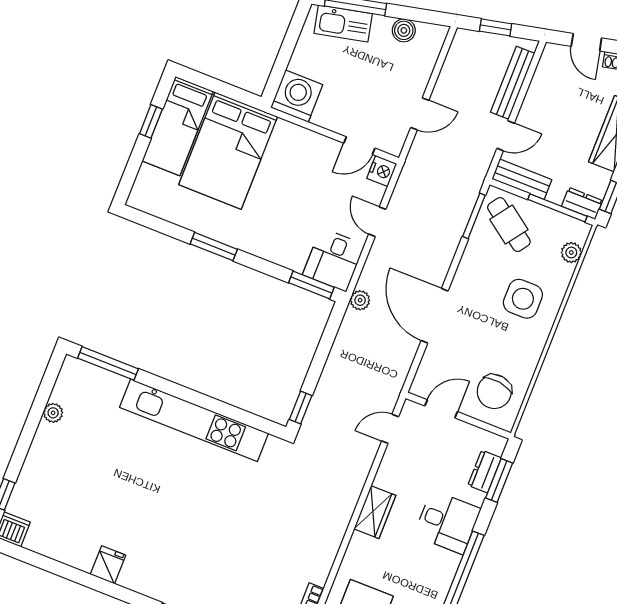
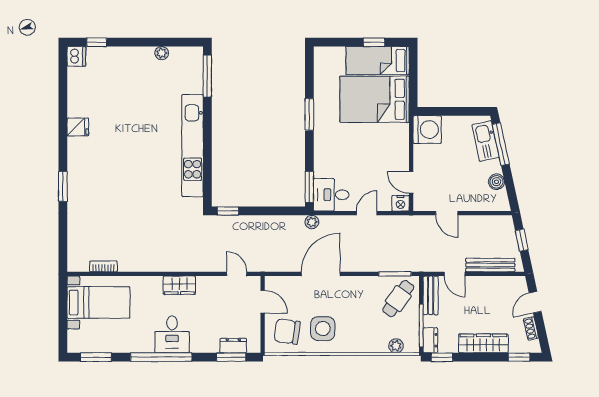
side table: (523, 299) -> (323, 329), moved
desk: (447, 522) -> (172, 334), moved

